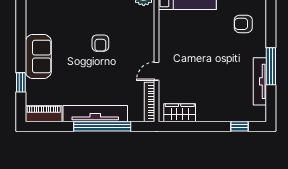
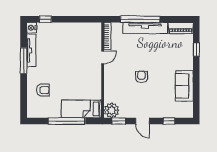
sofa: (38, 57) -> (184, 86), moved
wardrobe: (180, 113) -> (87, 29), removed
nightstand: (259, 114) -> (32, 28), added

